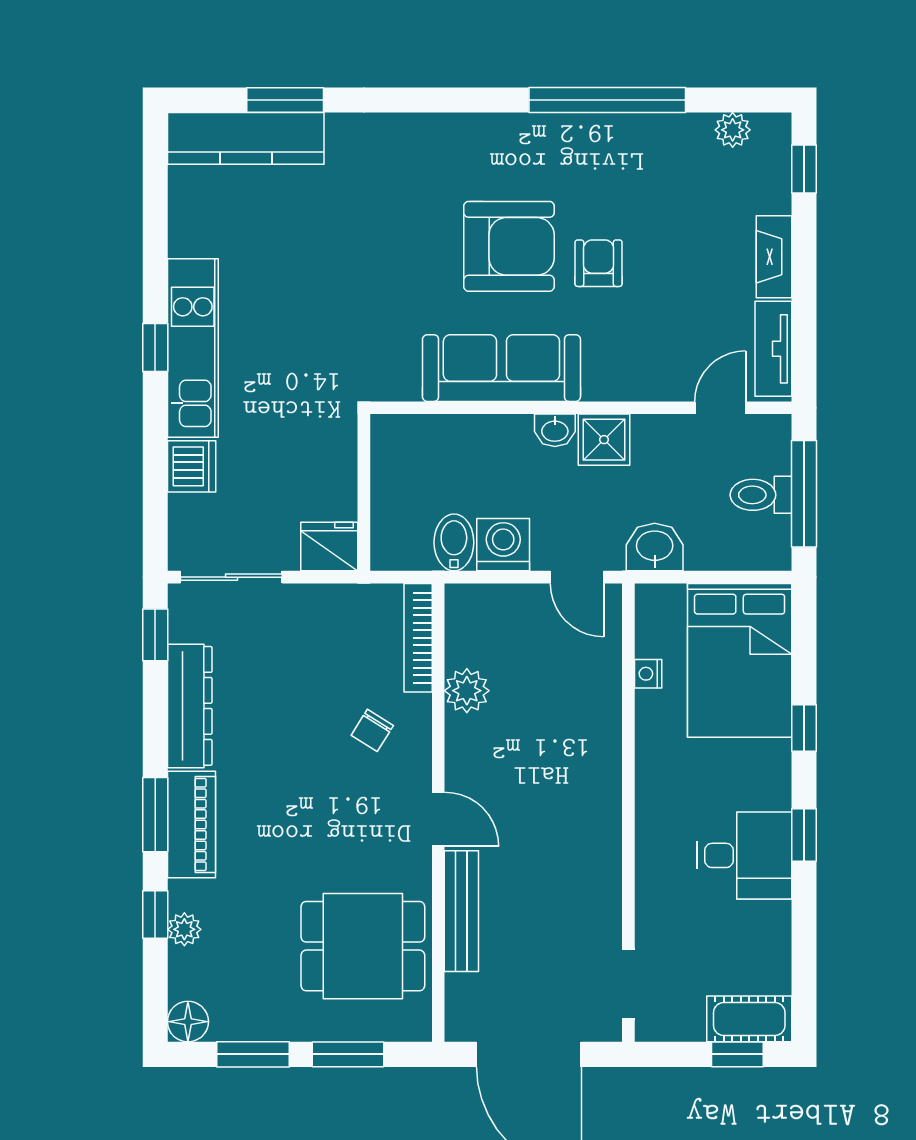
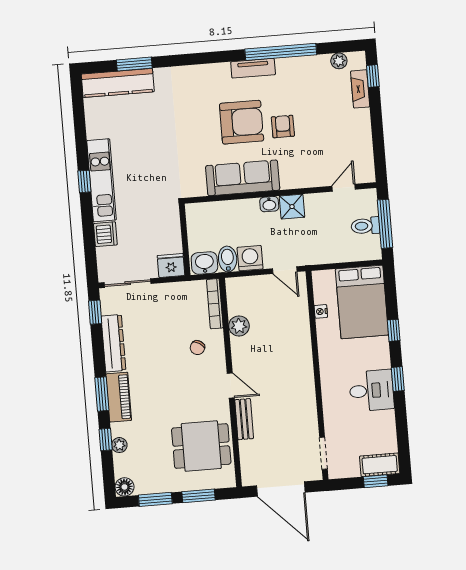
fireplace: (774, 257) -> (360, 89), moved
tv unit: (773, 349) -> (253, 68), moved, turned -90
washbasin: (655, 547) -> (204, 263), moved
bench: (461, 911) -> (244, 419), width x0.73

